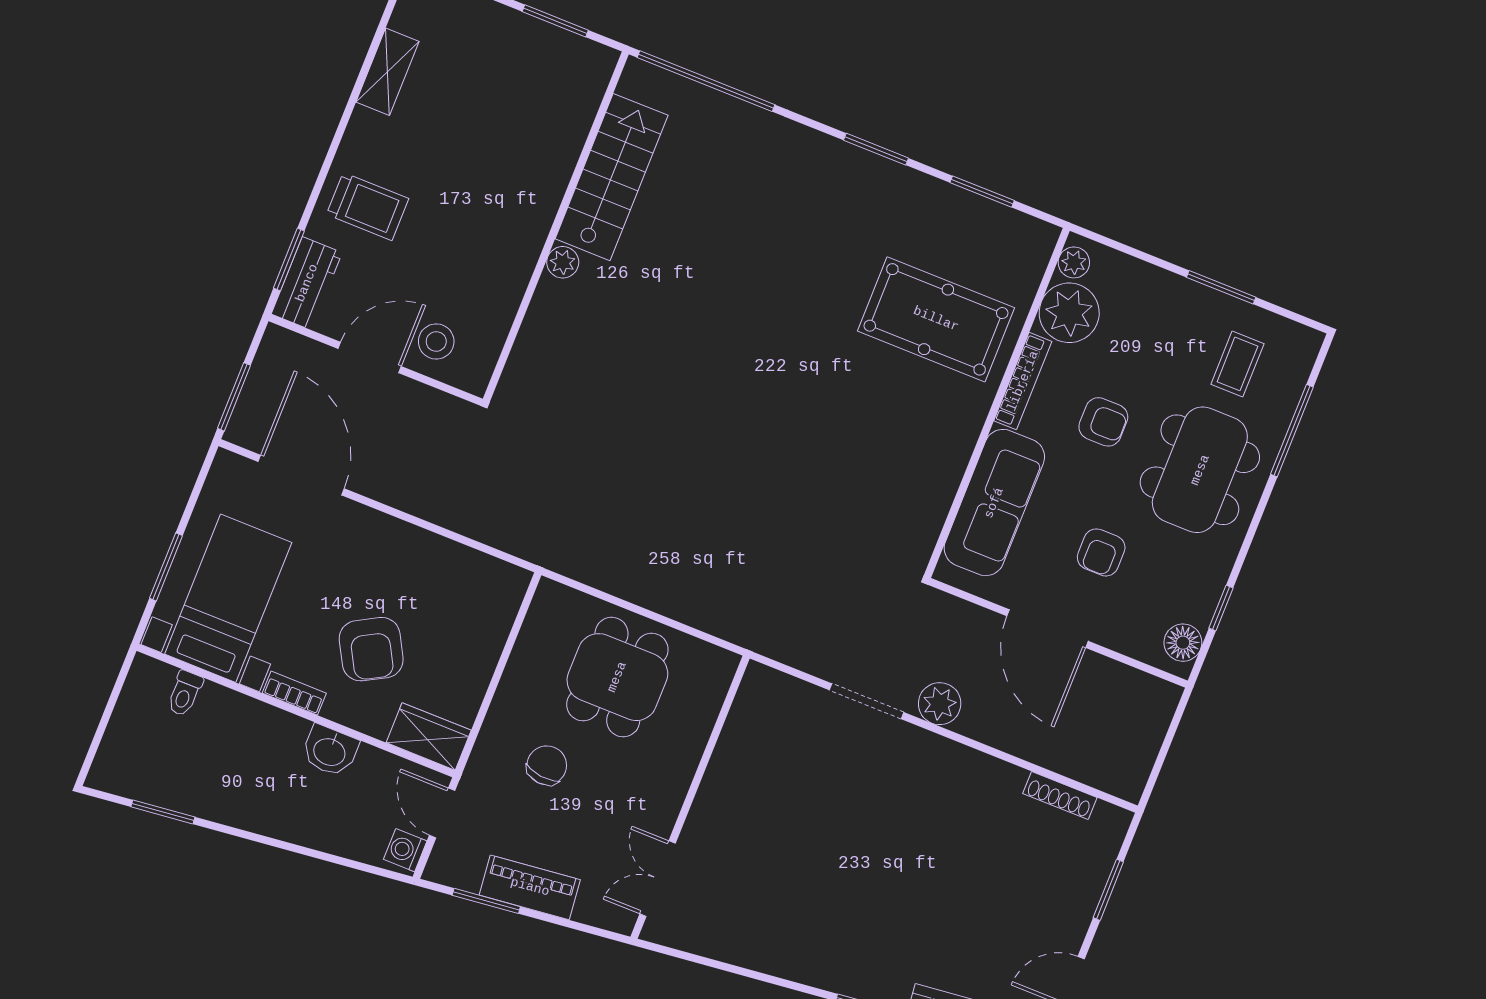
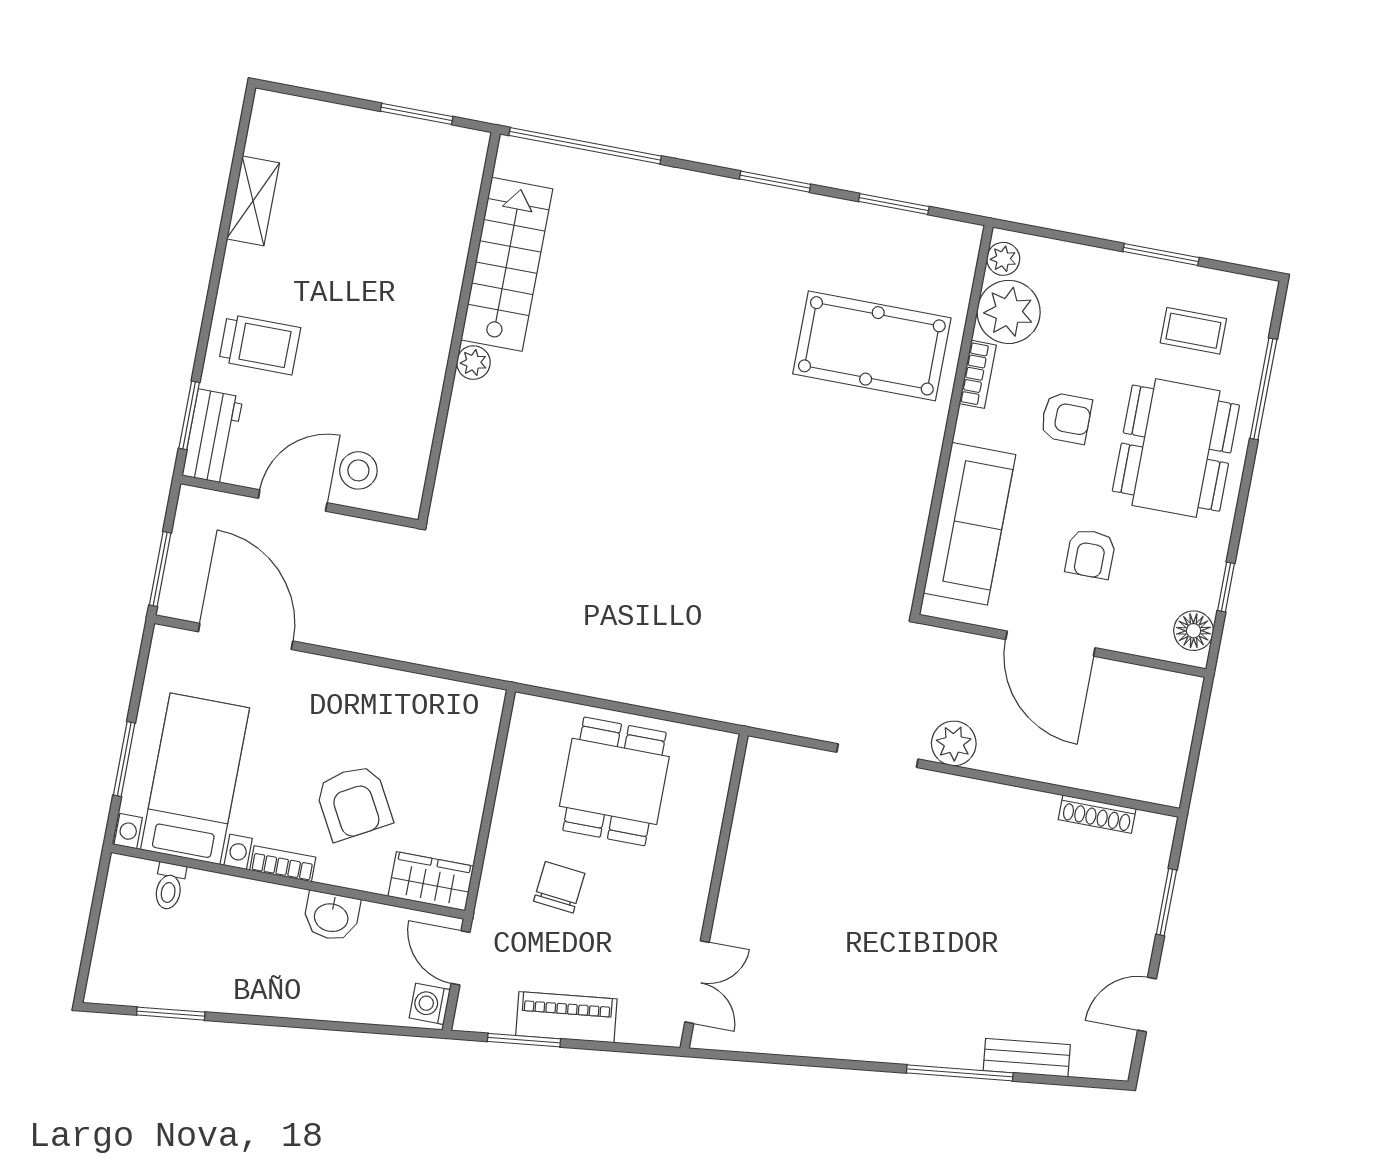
coffee table: (1237, 364) -> (1193, 331), turned 90
bookcase: (1023, 381) -> (978, 374), width x0.64
double door: (658, 879) -> (697, 982), swing flipped

